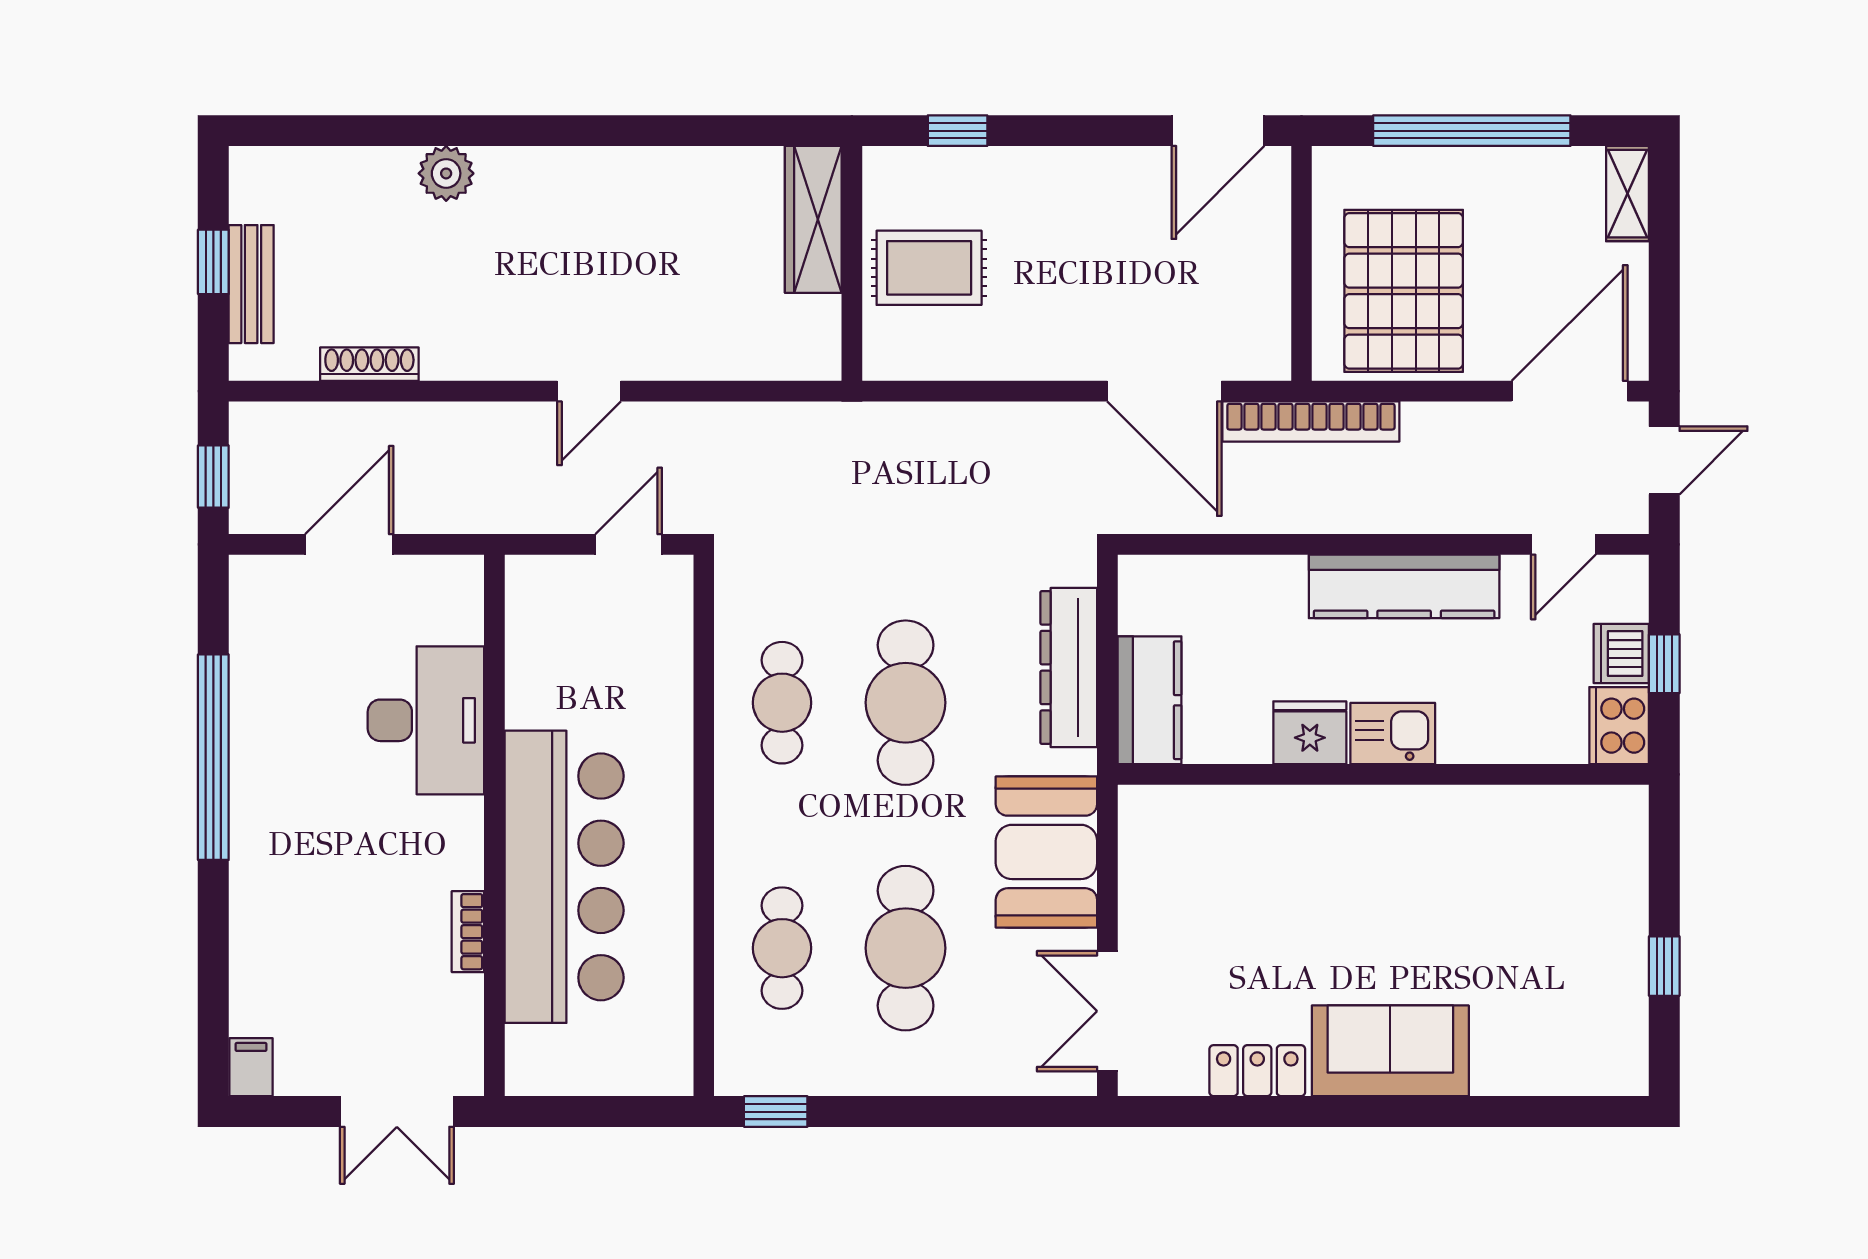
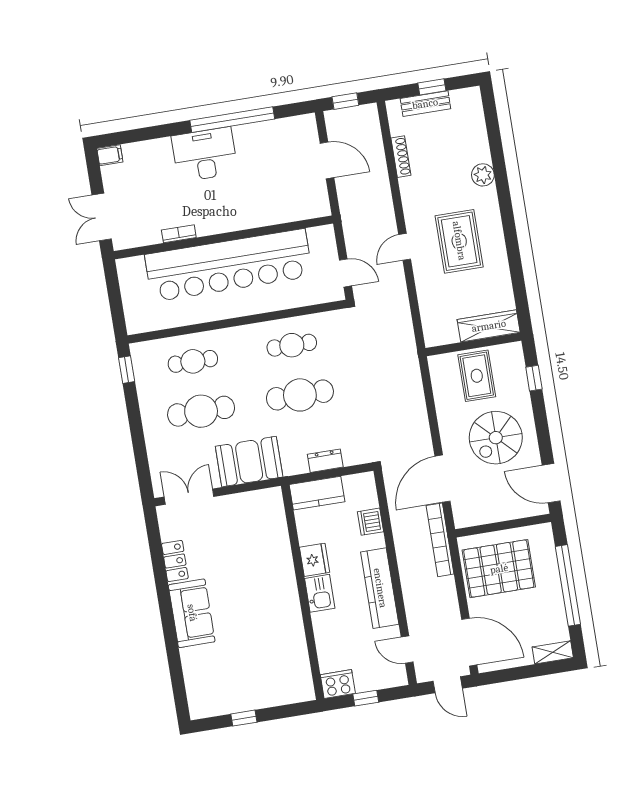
spiral stairs: (1086, 246) -> (496, 438), added
rug: (597, 257) -> (459, 241), added
door: (589, 391) -> (405, 247), hinge flipped
dishwasher: (1621, 653) -> (371, 522), moved, turned -90
dresser: (1069, 667) -> (325, 461), width x0.51, depth x0.80
desk: (426, 720) -> (205, 155), moved, turned 180
bar counter: (564, 877) -> (229, 265), width x1.36

